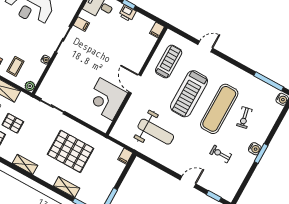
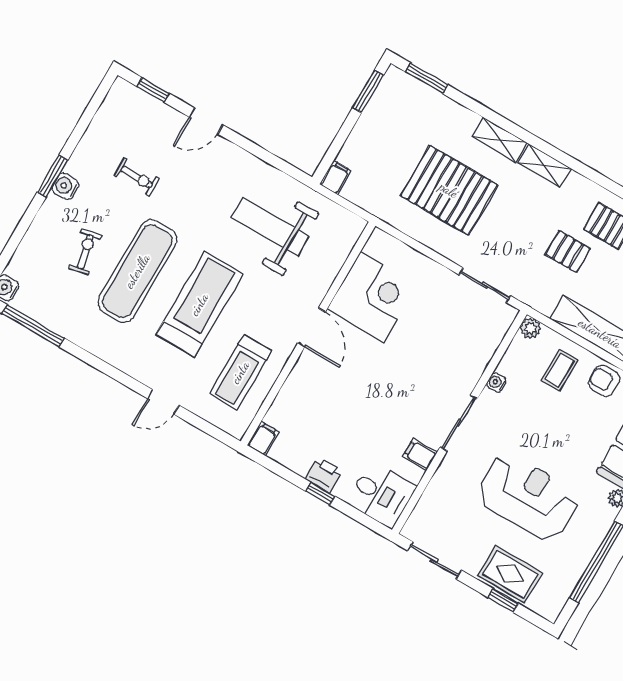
shelving: (67, 187) -> (500, 140), moved

